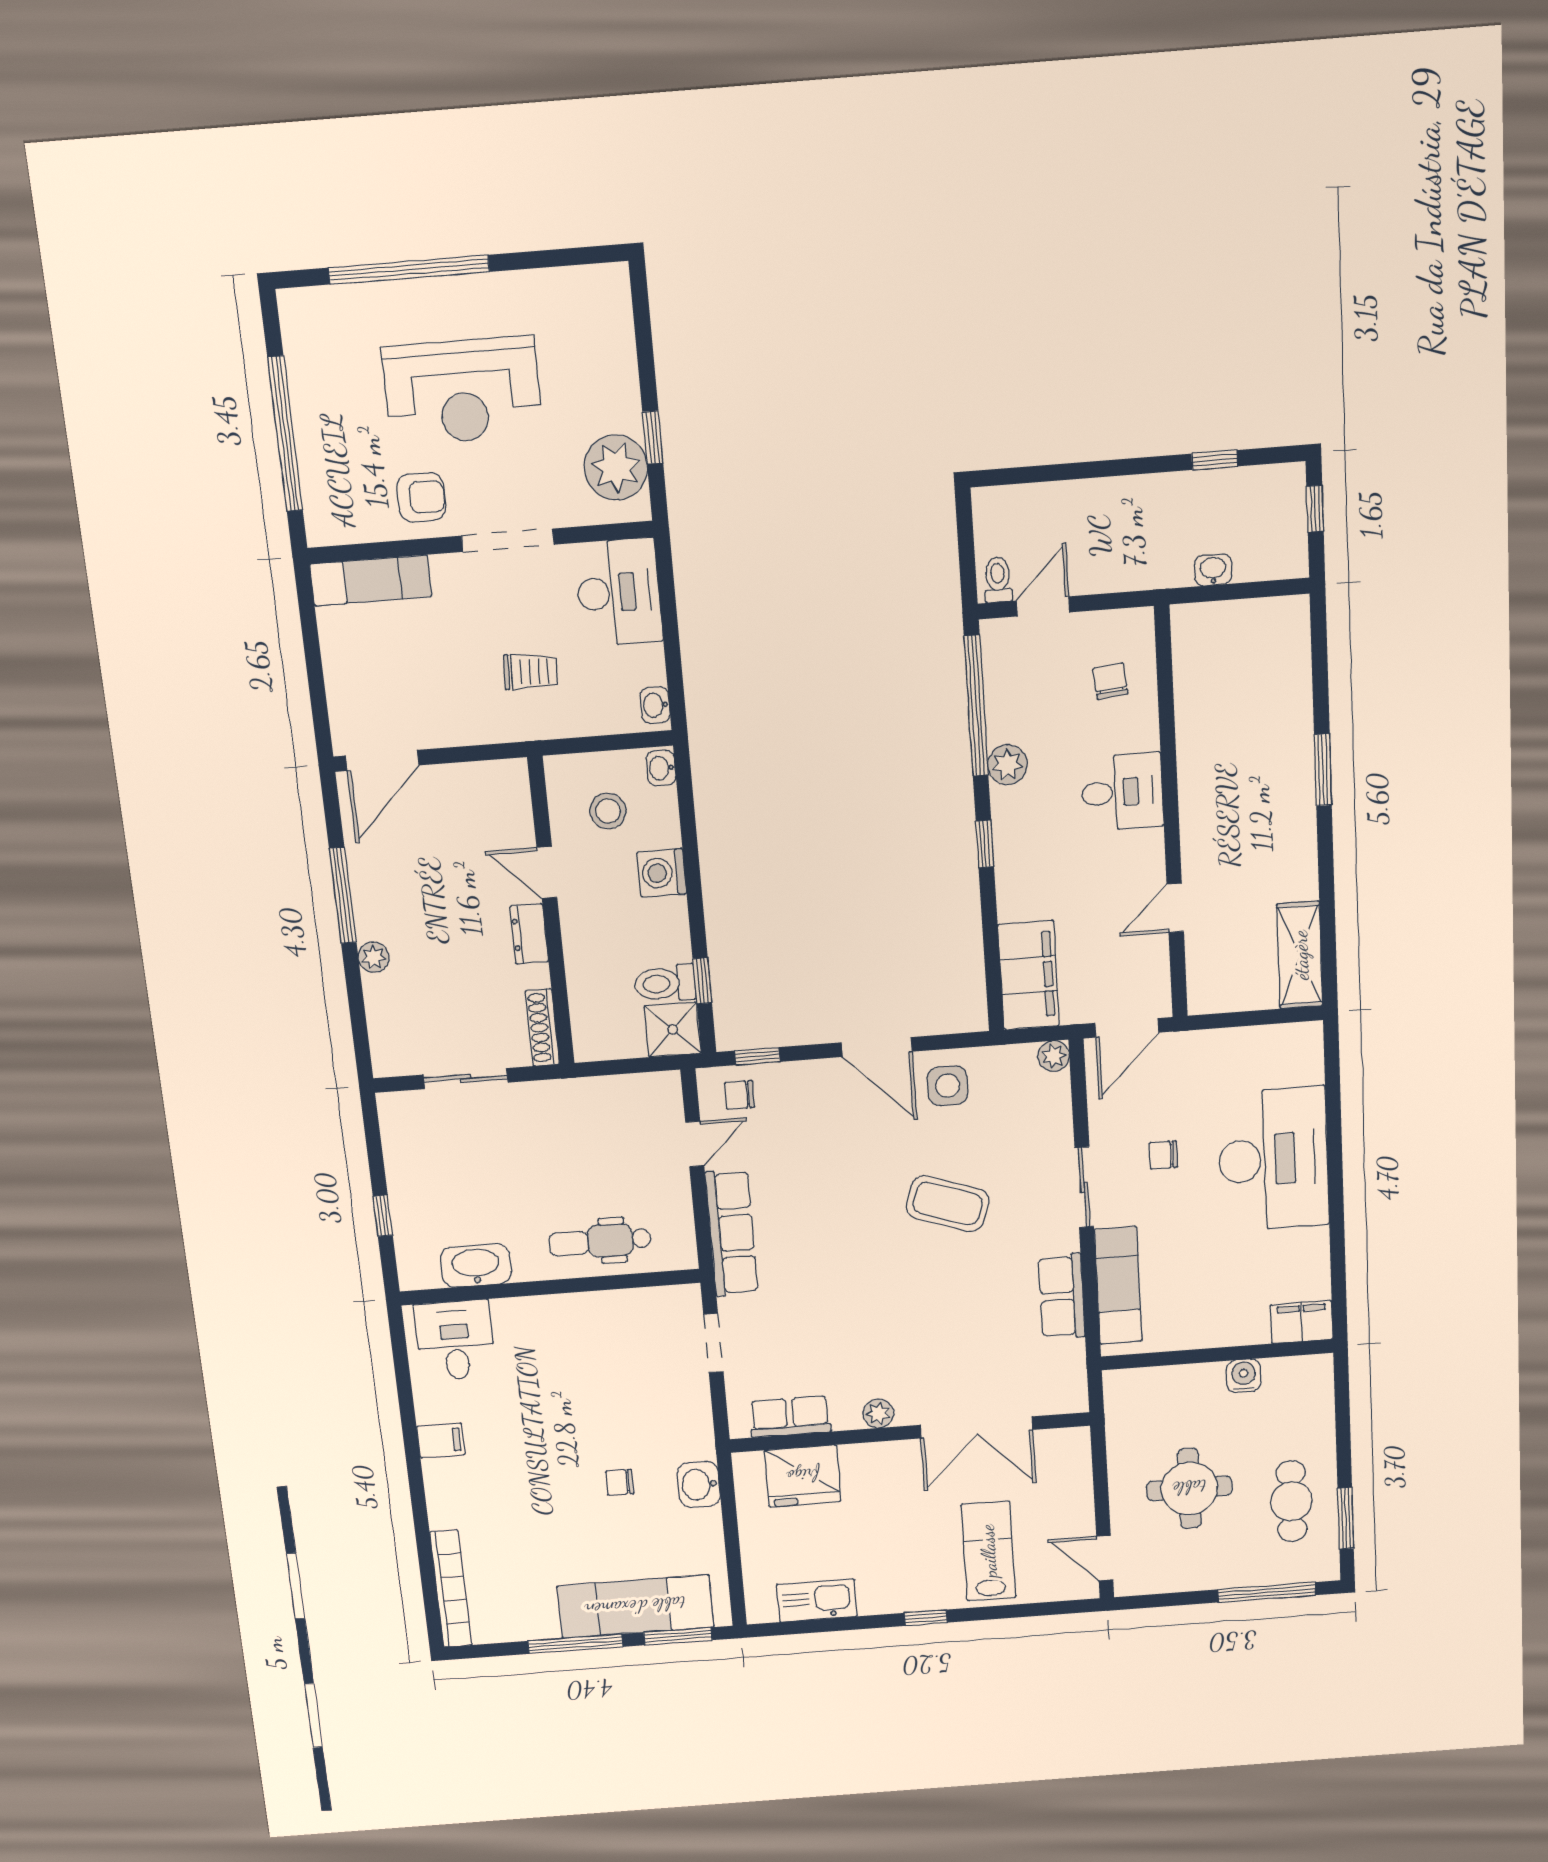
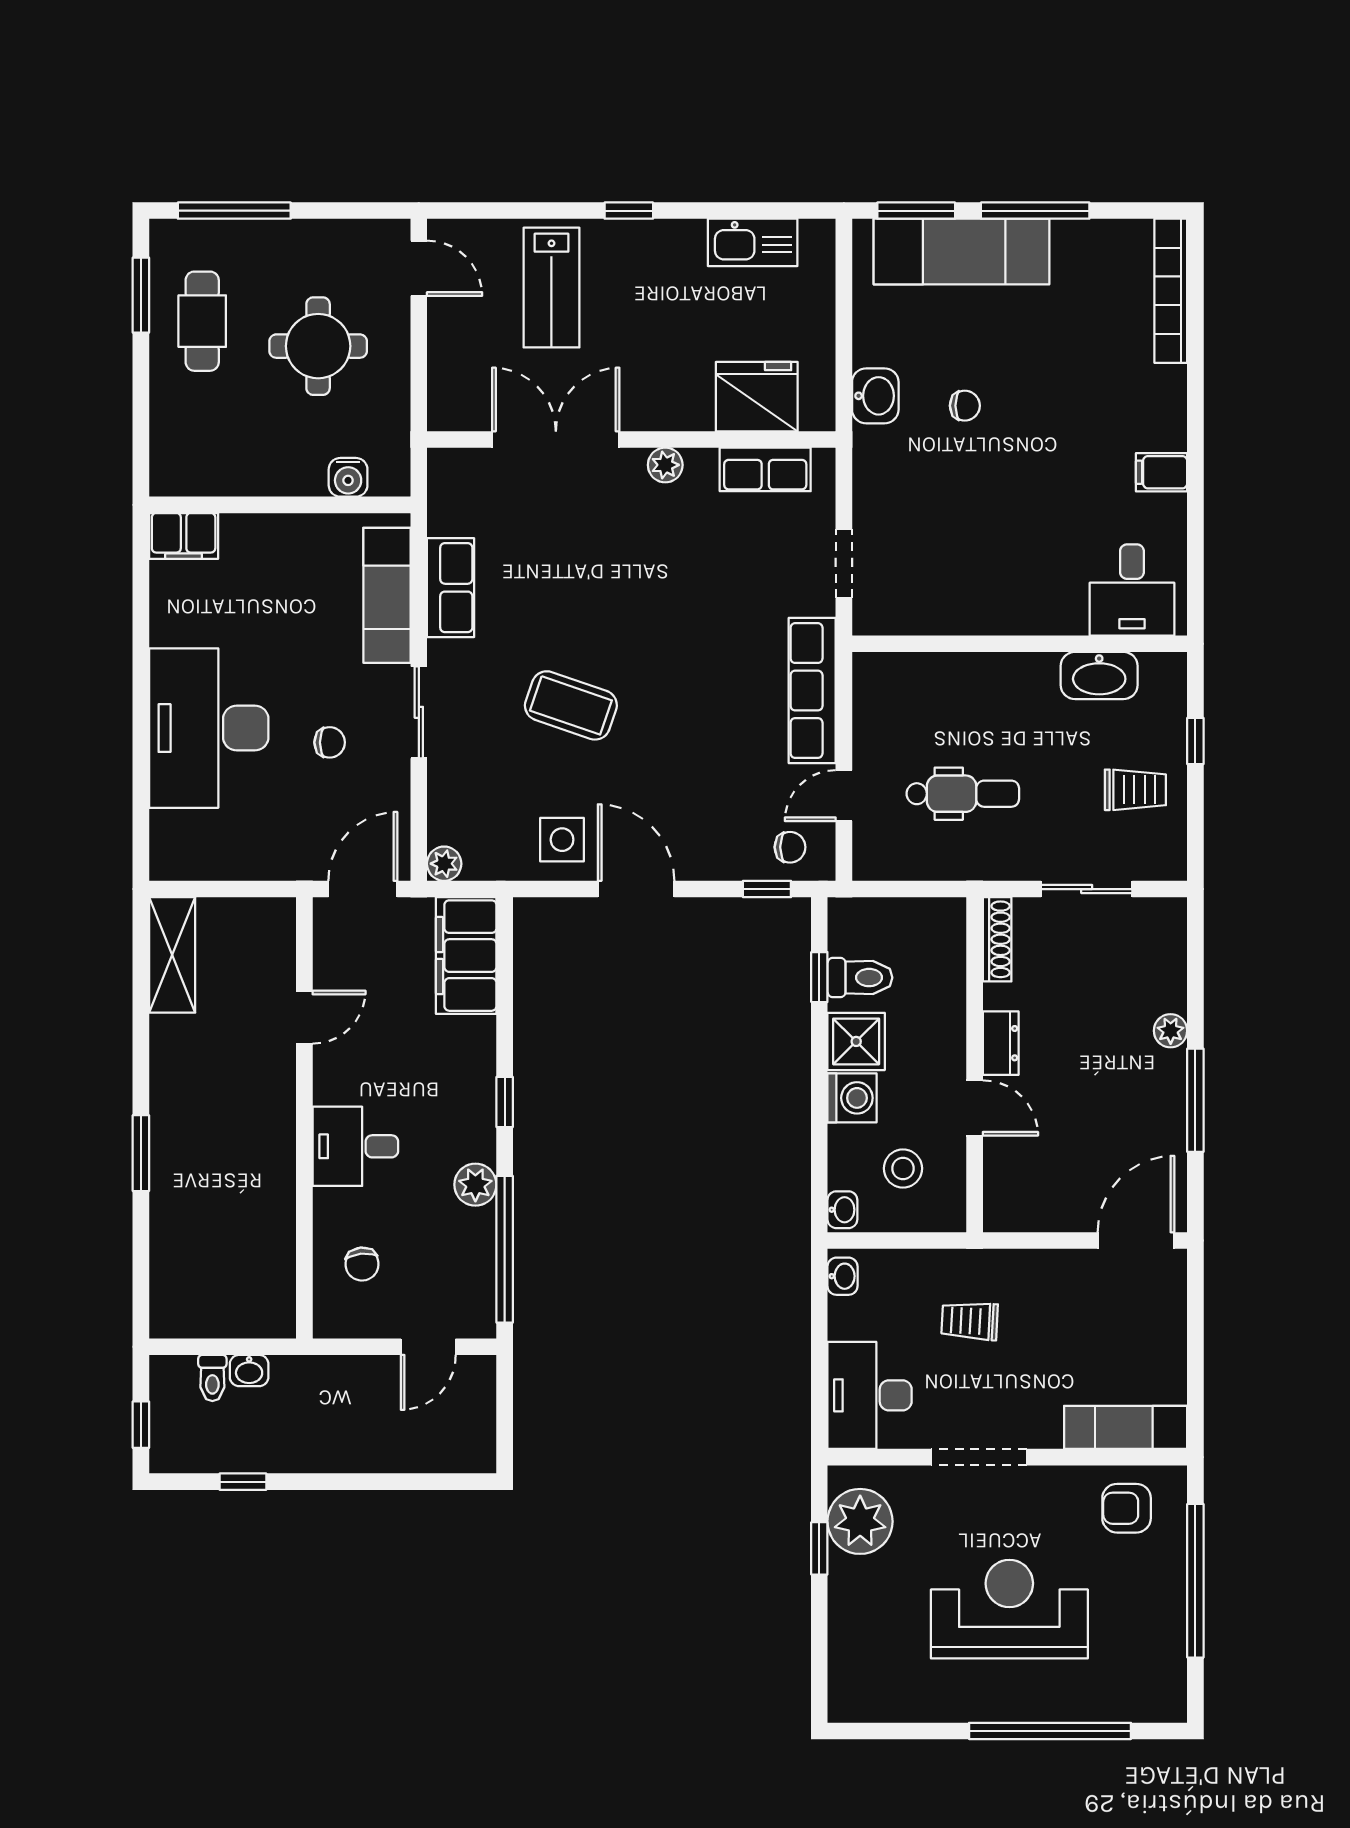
armchair: (421, 497) -> (1127, 1508), moved
toilet: (998, 580) -> (212, 1378), moved
shower: (673, 1030) -> (856, 1041), moved
trolley: (432, 1169) -> (1135, 790), added
dental chair: (600, 1241) -> (963, 794), moved
water cooler: (1244, 1376) -> (348, 477), moved

